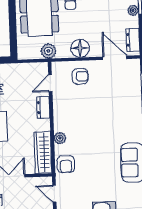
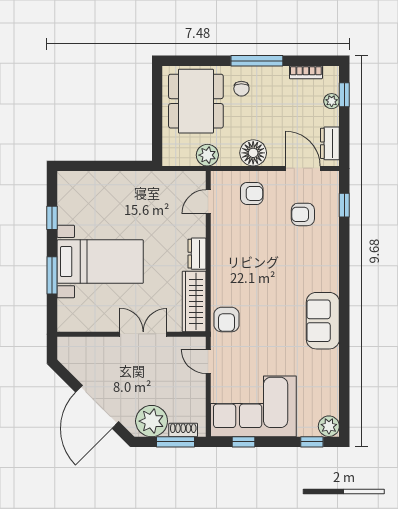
armchair: (116, 90) -> (303, 214), added
dresser: (43, 107) -> (197, 254), moved
plant: (60, 138) -> (219, 281), removed

